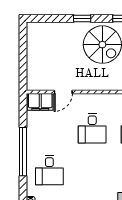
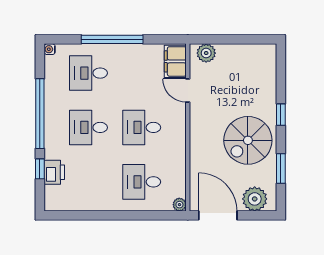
plant: (34, 77) -> (206, 53), added
desk: (92, 170) -> (89, 127), added

